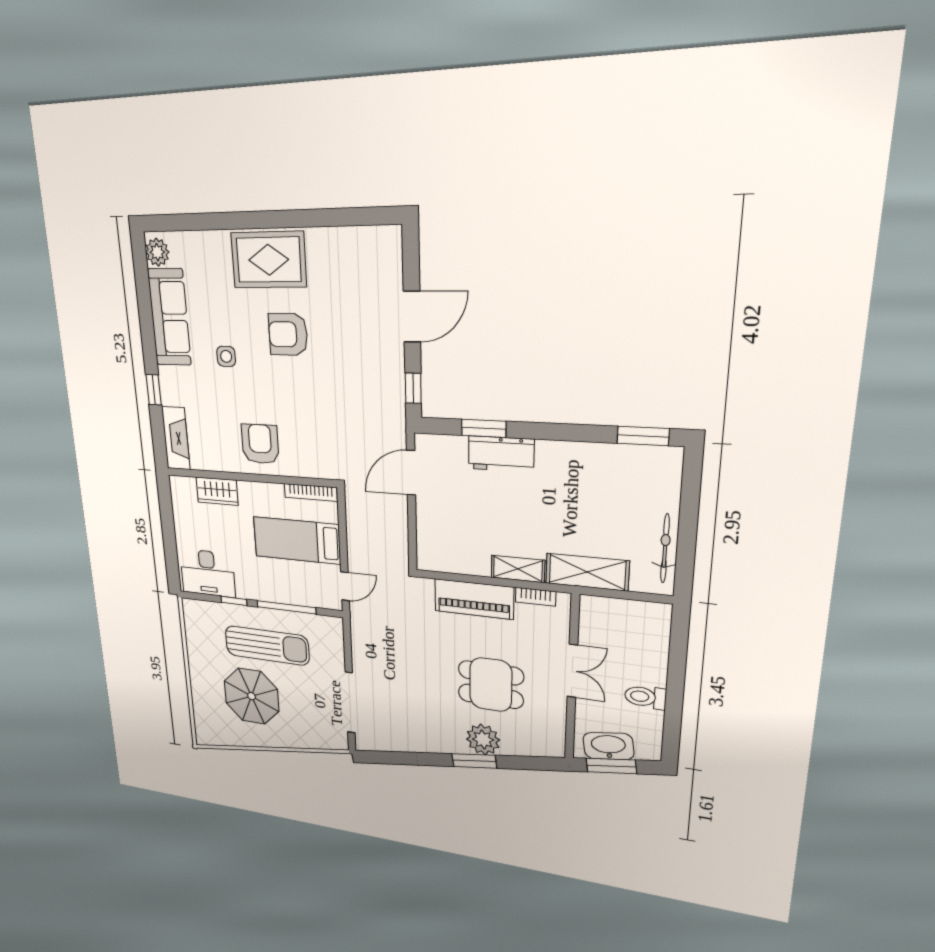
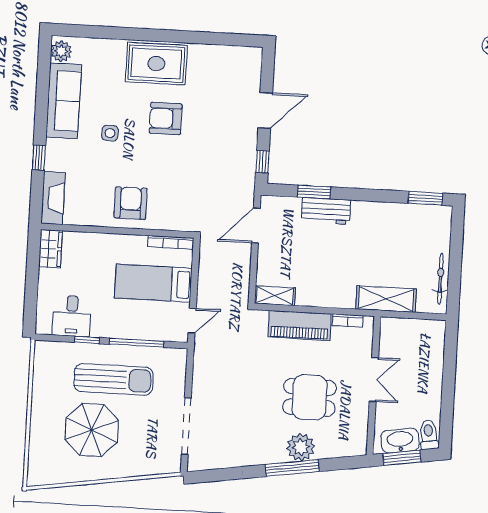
wardrobe: (217, 491) -> (50, 249), moved, turned -90
shelving: (518, 569) -> (275, 296), moved
desk: (208, 573) -> (72, 316), width x0.73
toilet: (645, 697) -> (429, 435), moved, turned 81
window: (474, 761) -> (292, 468), width x1.44

